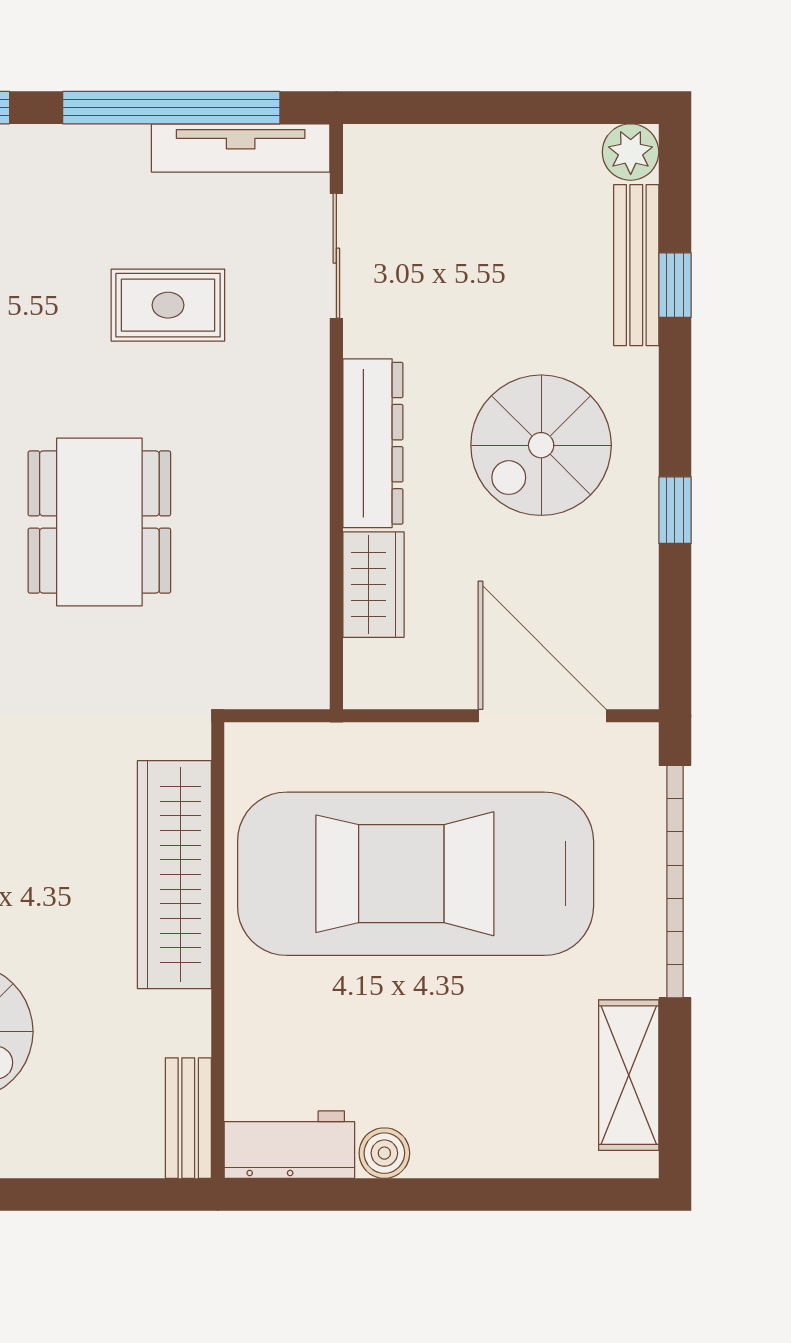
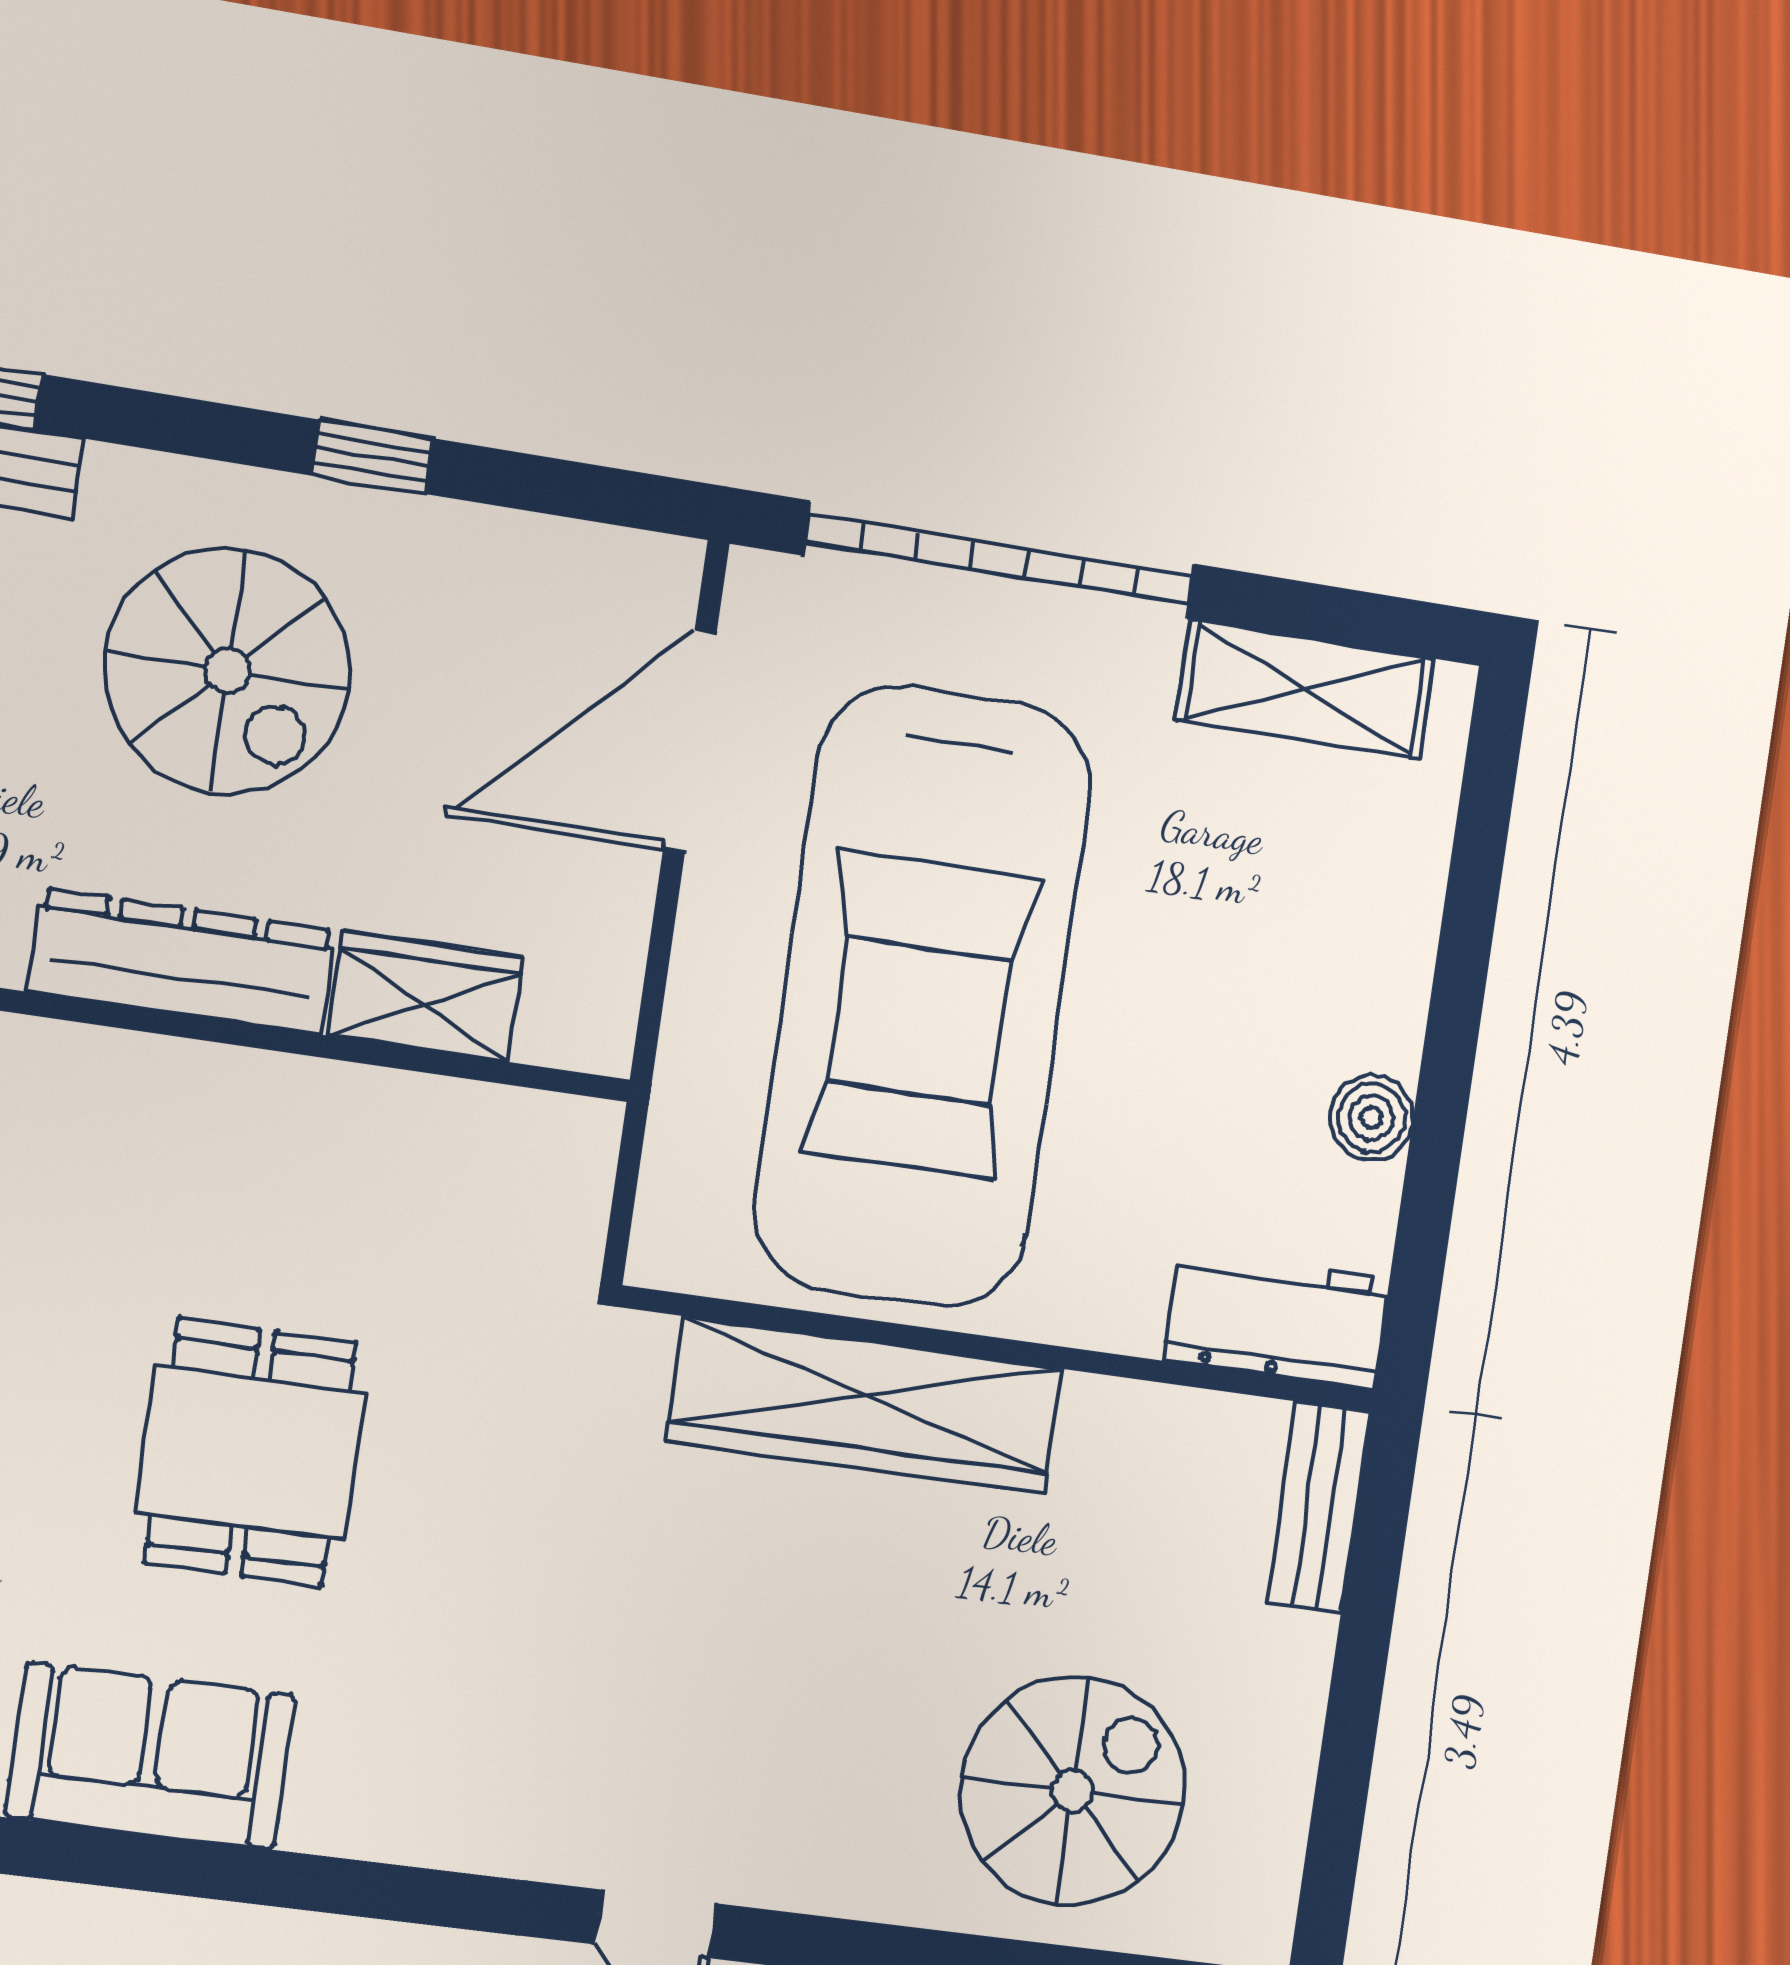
dining table: (99, 522) -> (251, 1452), width x0.73
bench: (188, 1118) -> (1319, 1507), moved, turned 90
workbench: (289, 1145) -> (1276, 1319), moved, turned 90

